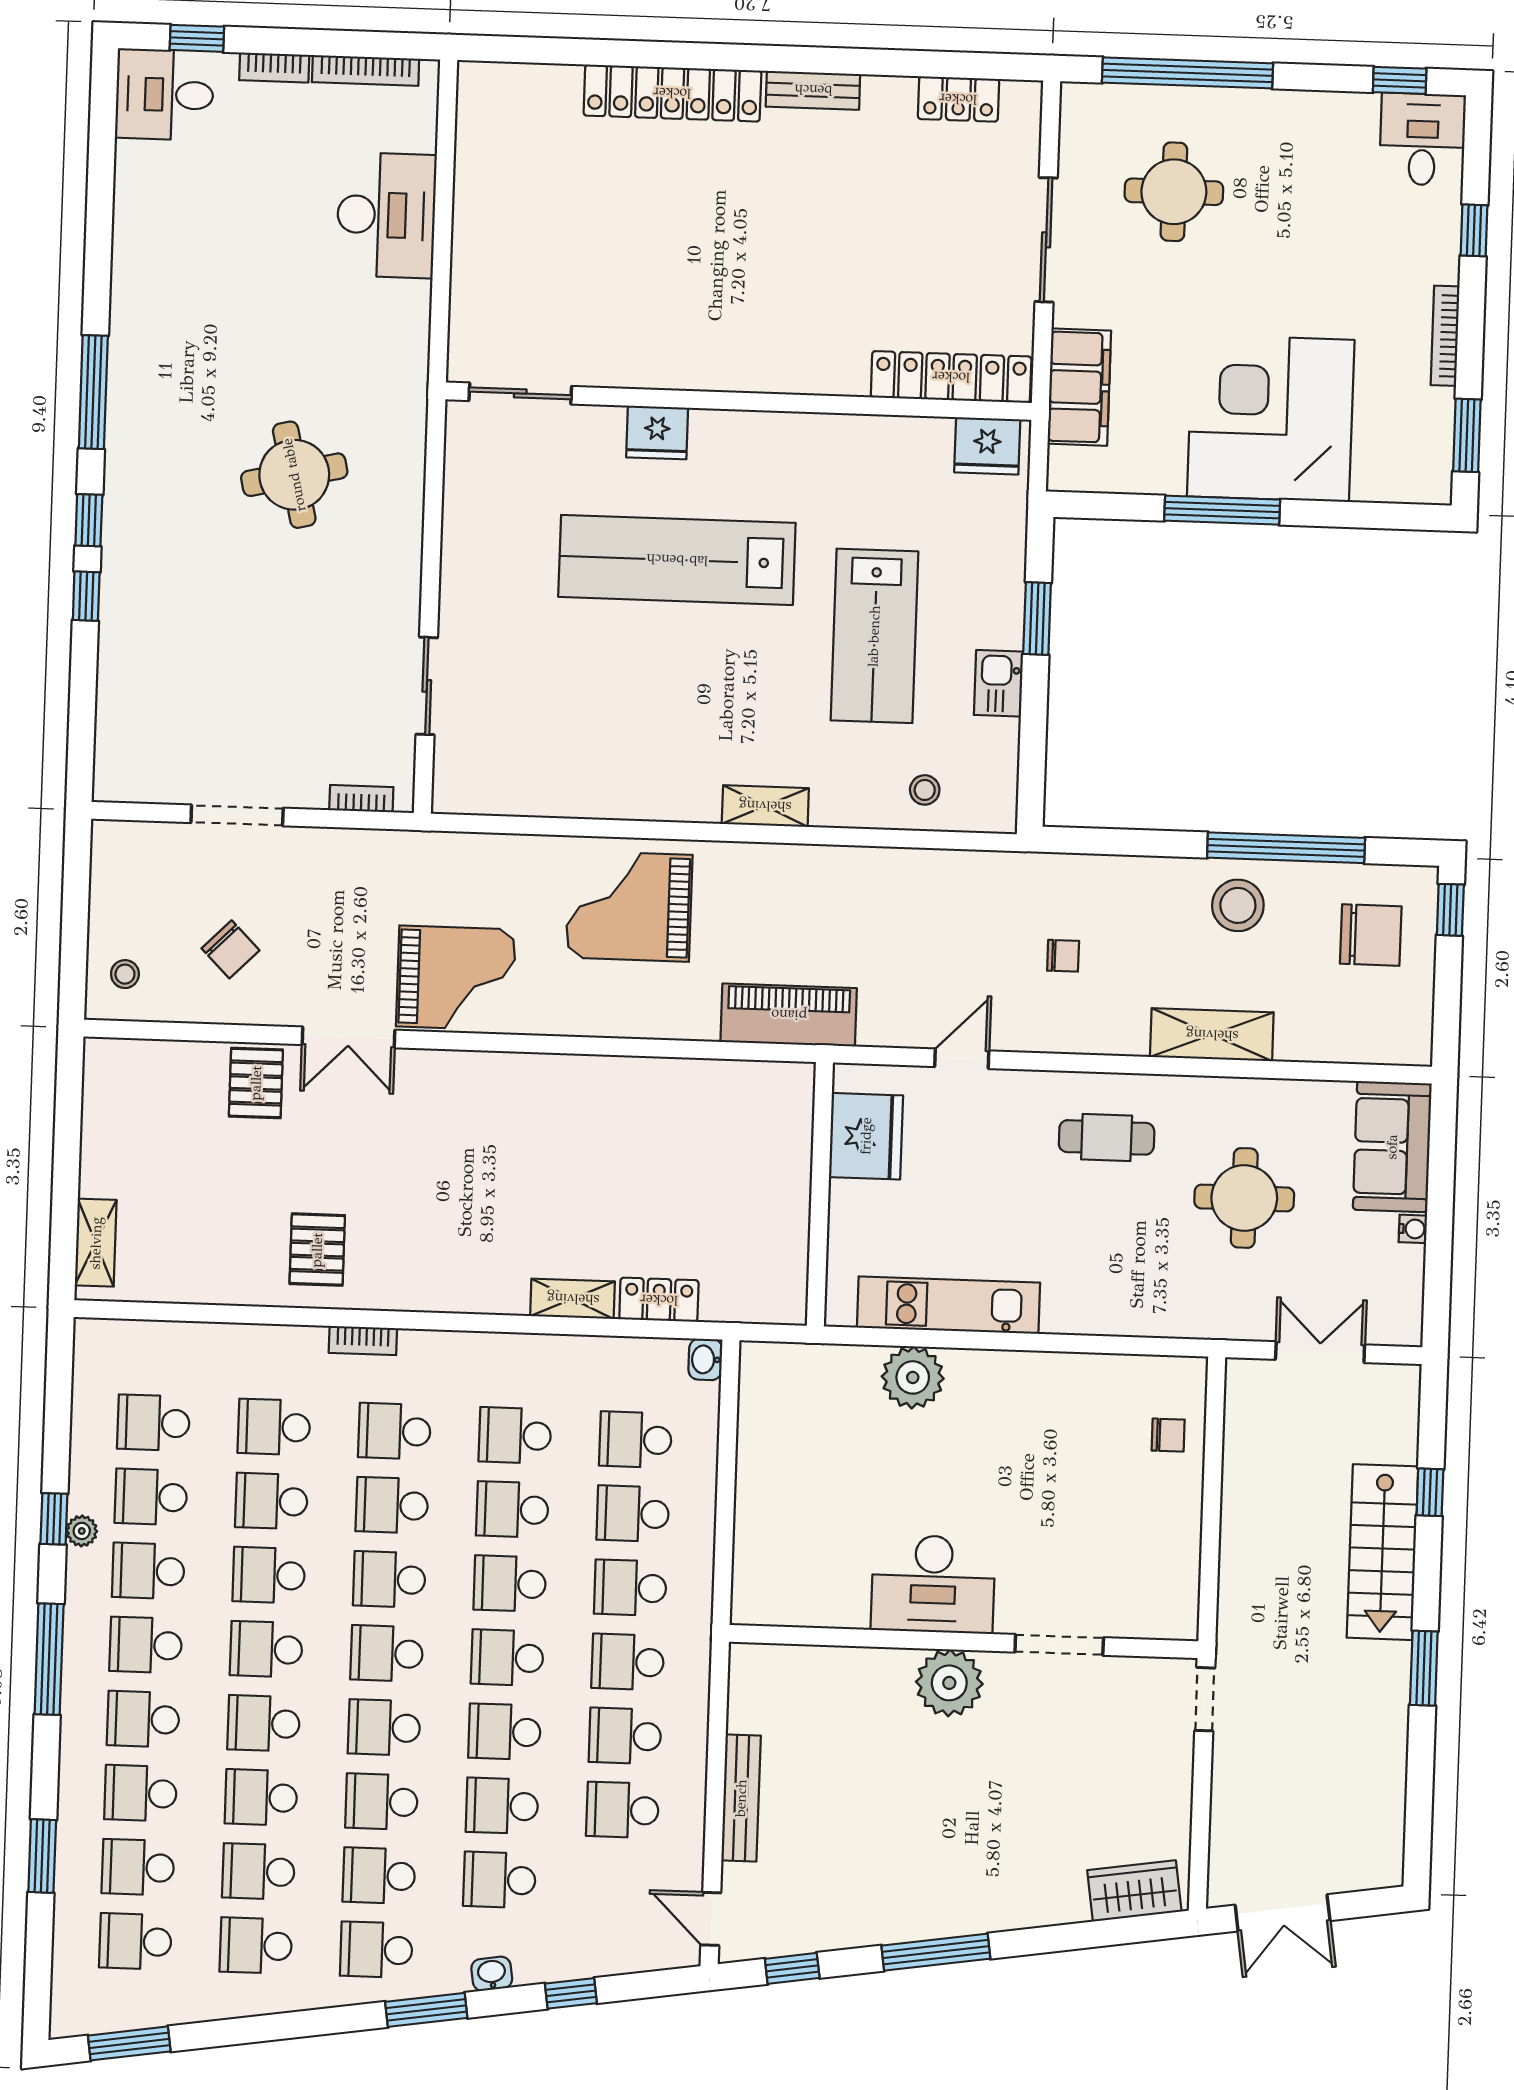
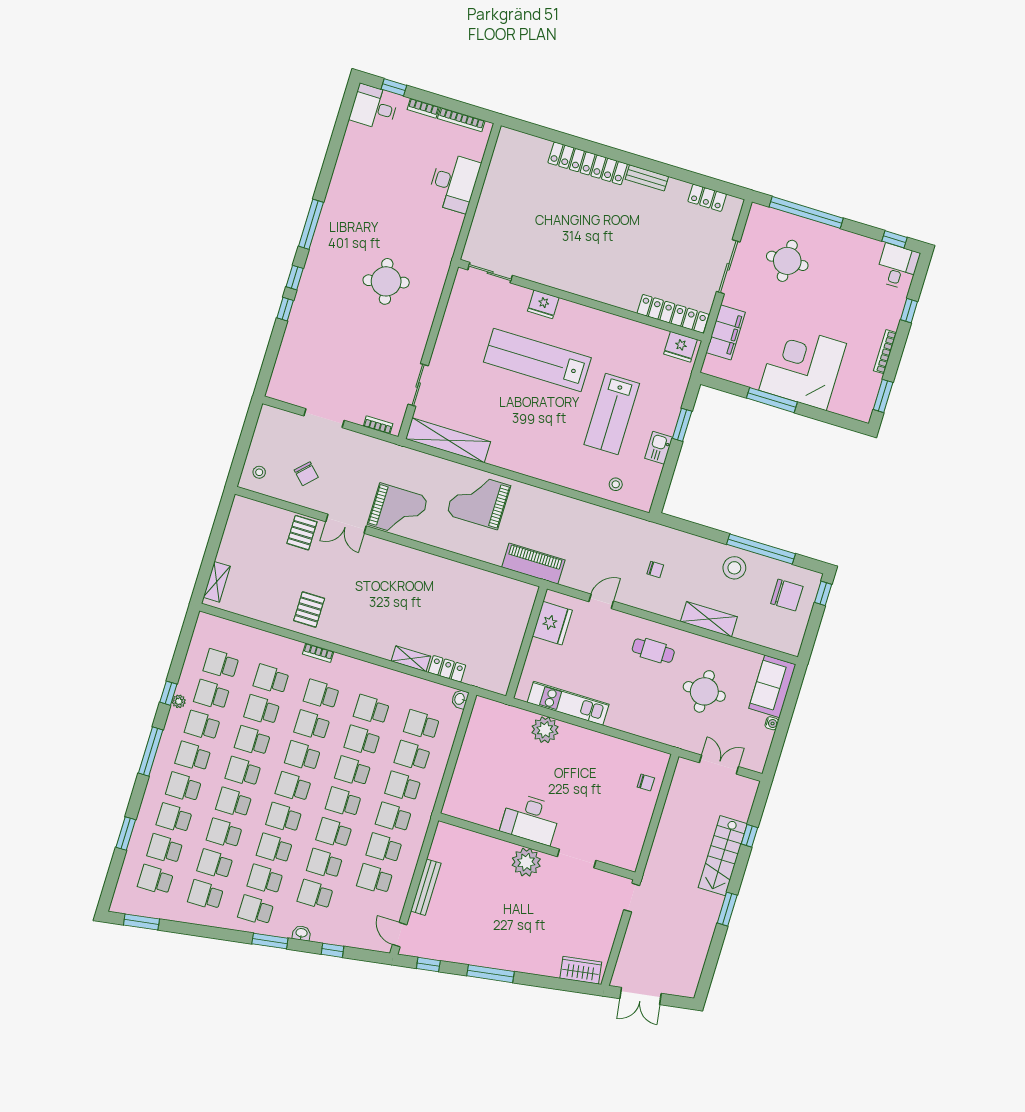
shelving: (765, 806) -> (448, 440), moved, width x2.20, depth x1.33

